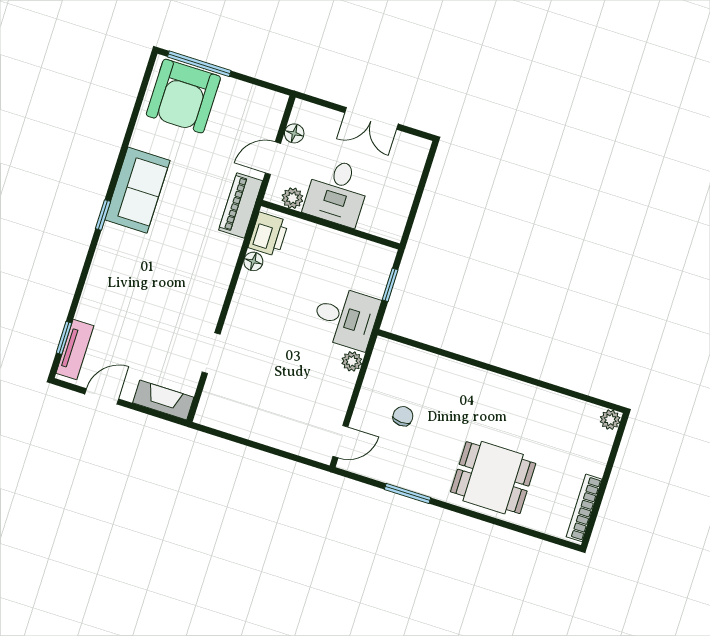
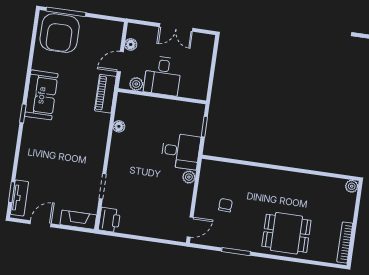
printer: (268, 234) -> (109, 220), moved

